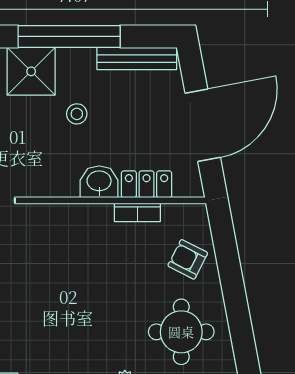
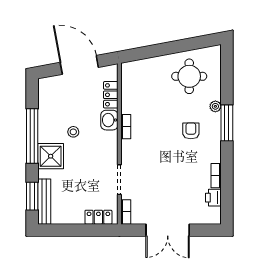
bench: (137, 59) -> (44, 100), removed
bookcase: (137, 212) -> (126, 127), moved
armchair: (188, 259) -> (191, 131), moved, turned 153

